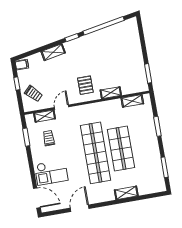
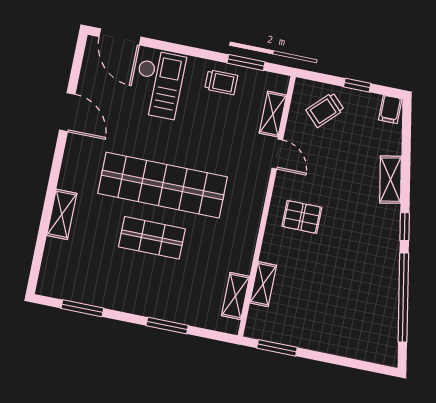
shelving: (111, 93) -> (263, 284), moved
trolley: (49, 138) -> (221, 82), moved
shop shelf: (121, 149) -> (152, 238), width x0.70, depth x0.74
checkout: (51, 172) -> (158, 84), turned 180
door: (37, 198) -> (120, 37), hinge flipped

